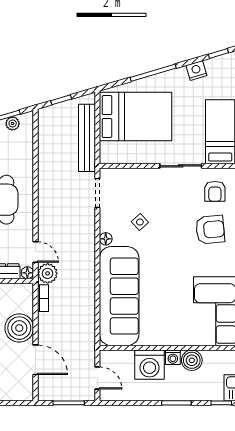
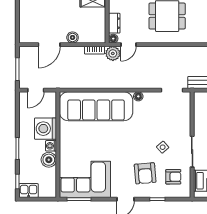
armchair: (215, 191) -> (173, 177), turned 180
side table: (140, 222) -> (163, 147), moved
boiler: (19, 328) -> (73, 37), width x0.54, depth x0.54

